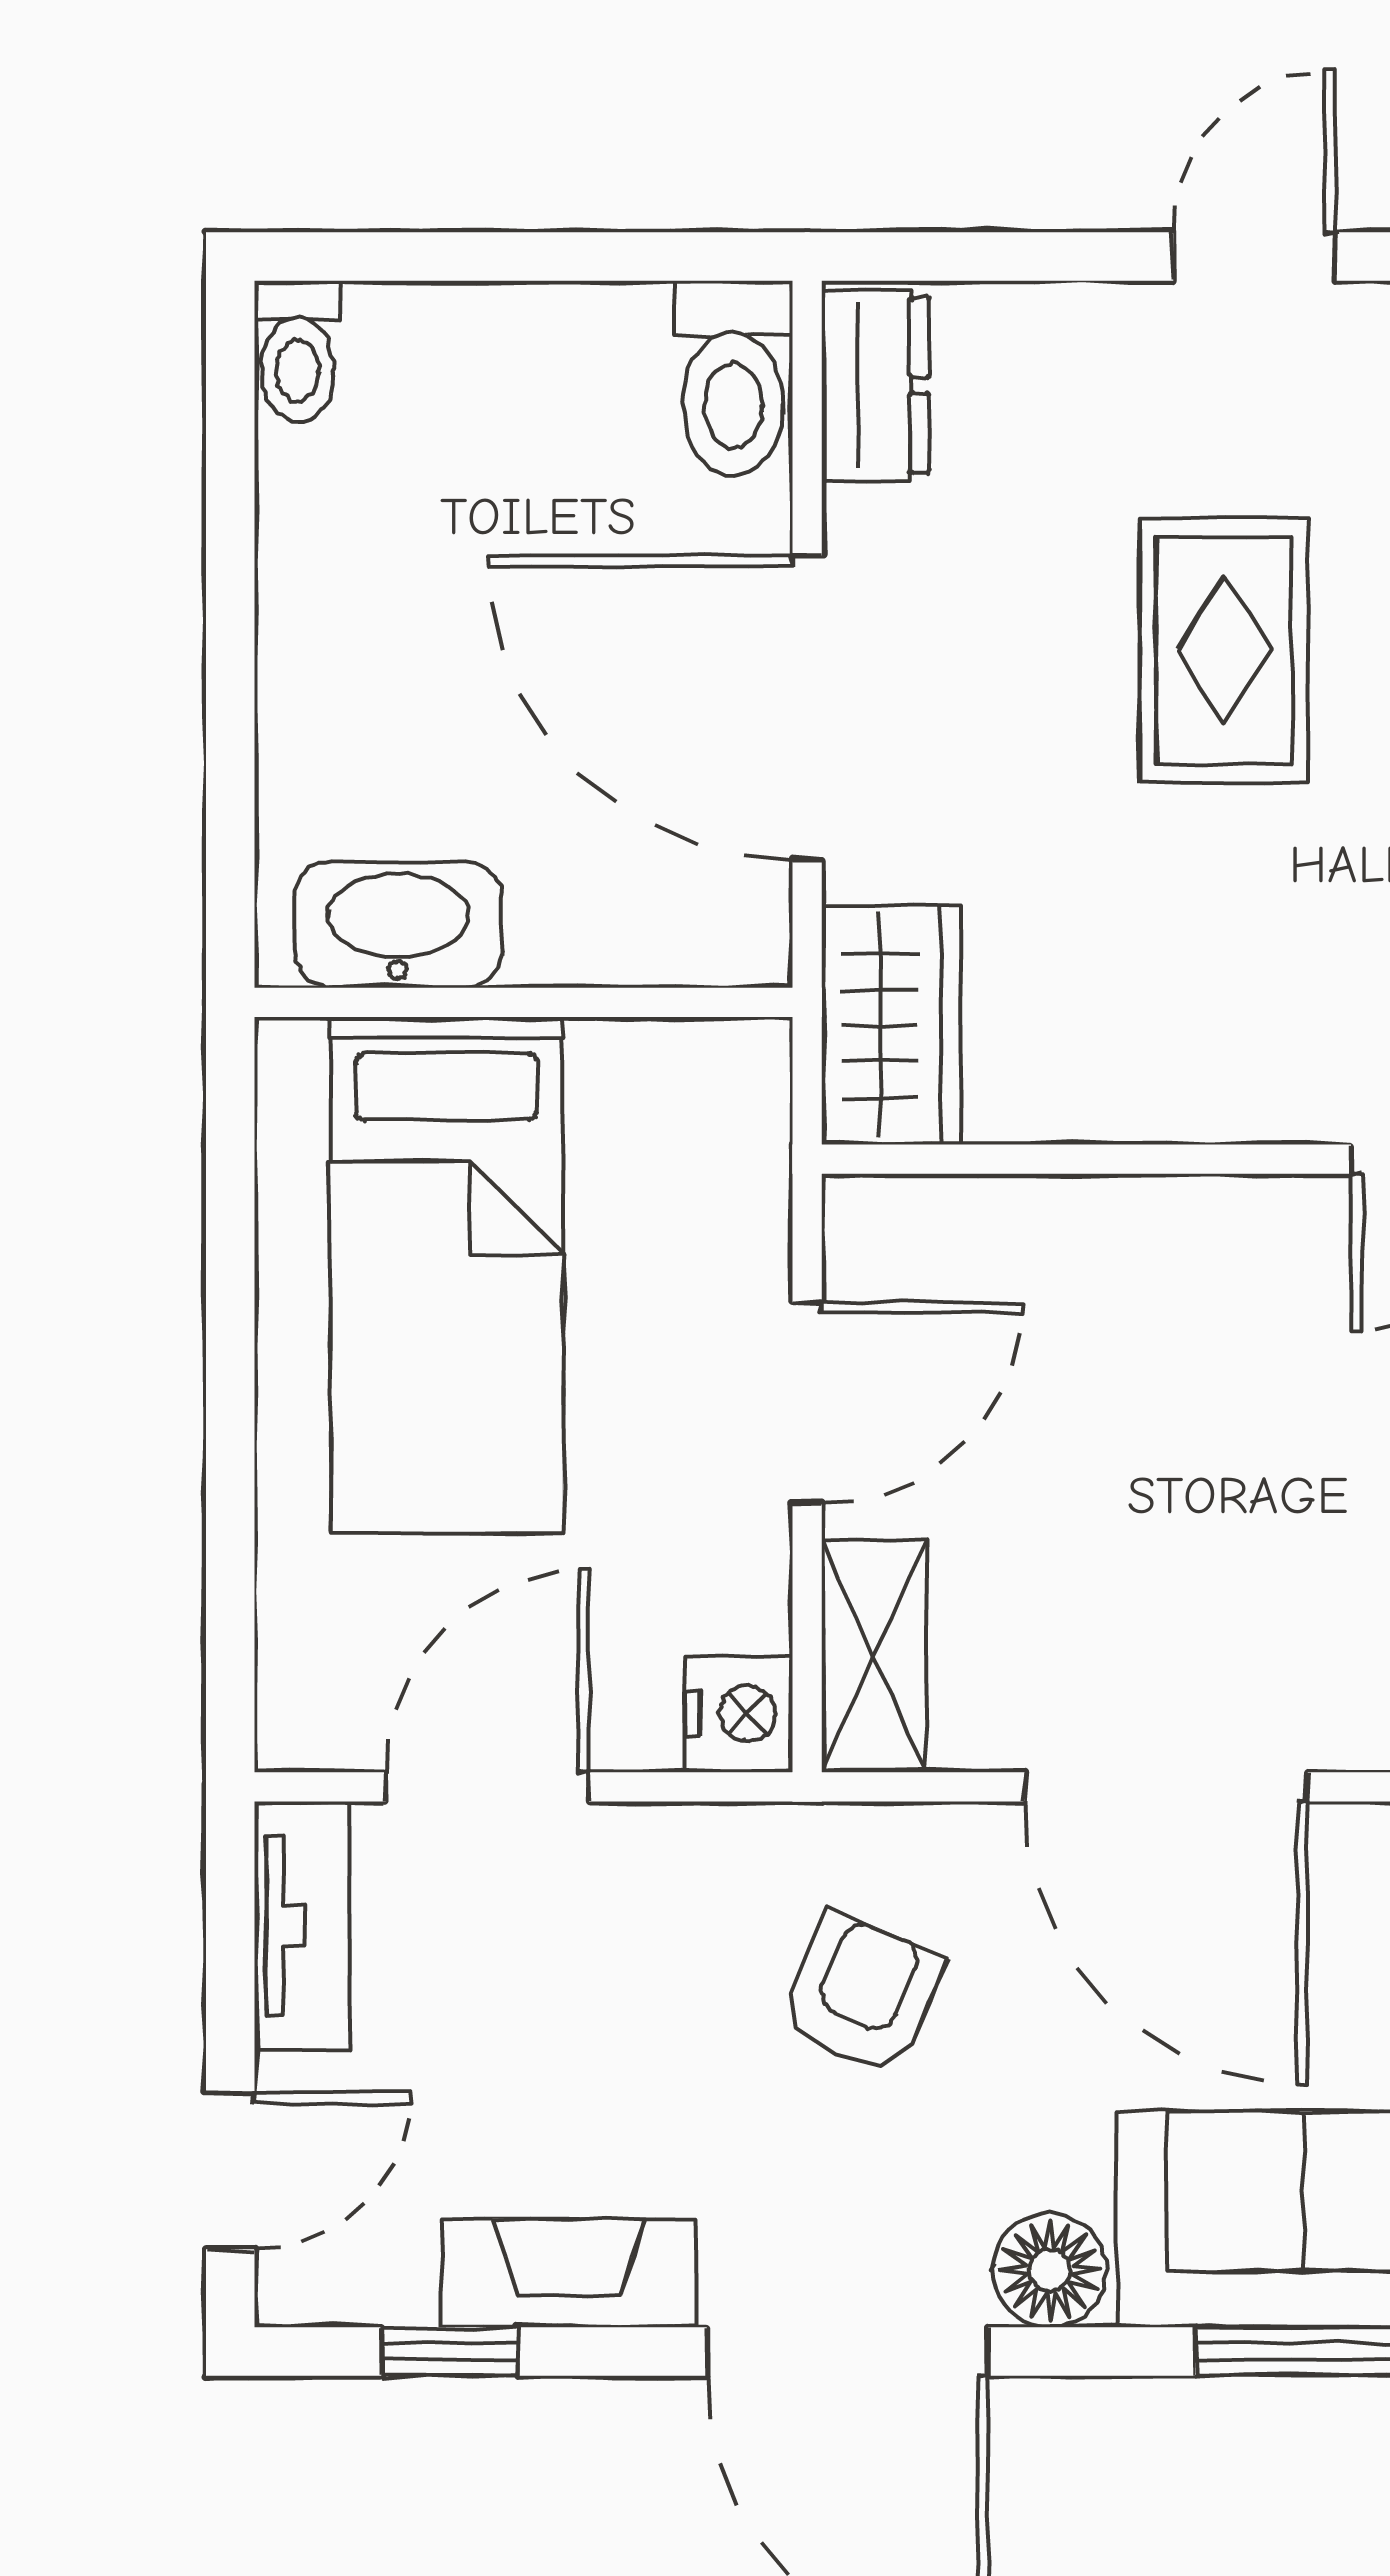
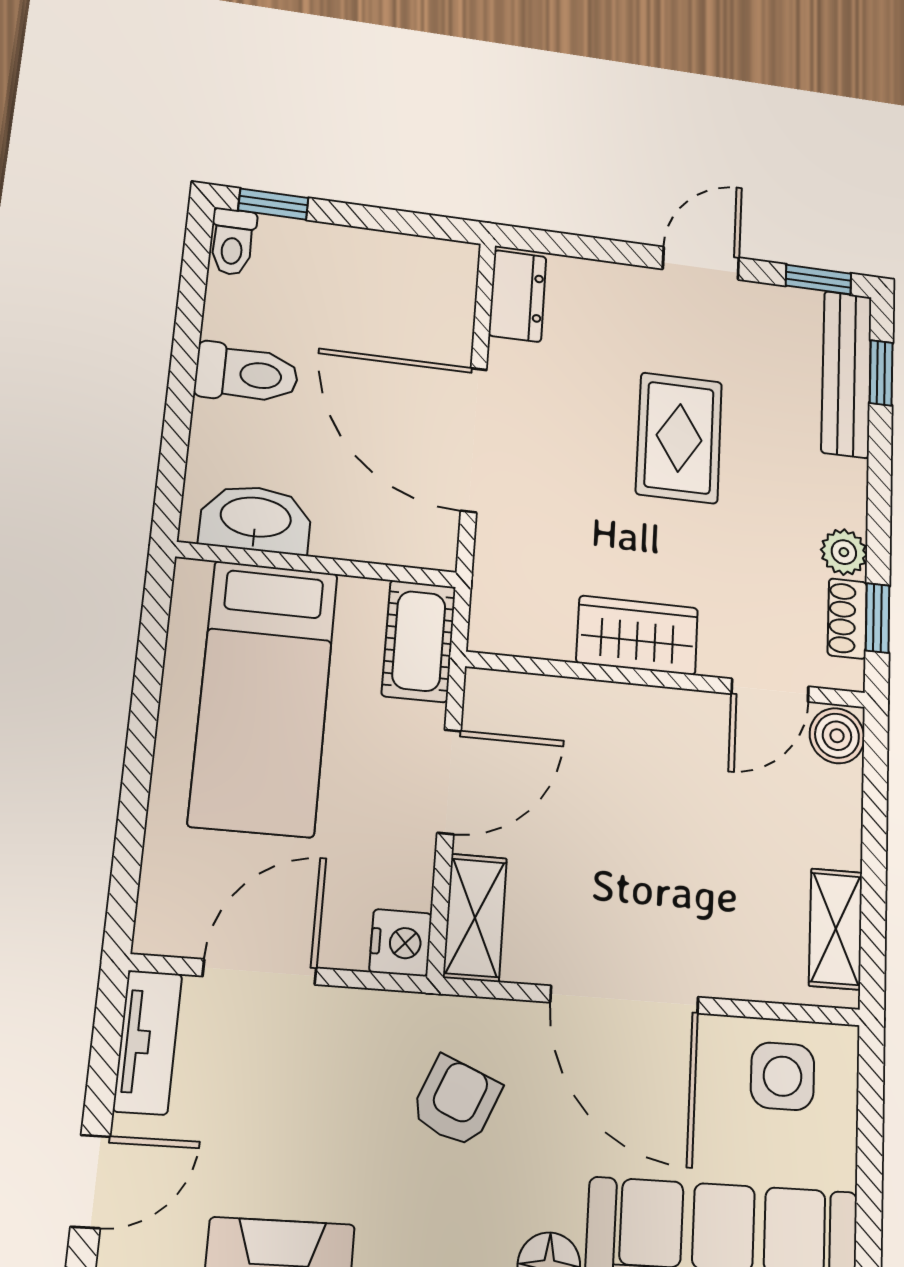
window: (370, 256) -> (273, 204), added
toilet: (733, 378) -> (247, 374), moved, turned -90
wardrobe: (891, 1025) -> (637, 635), moved, turned -90
cot: (729, 1133) -> (419, 641), added

